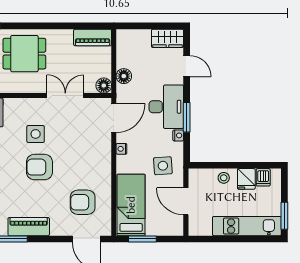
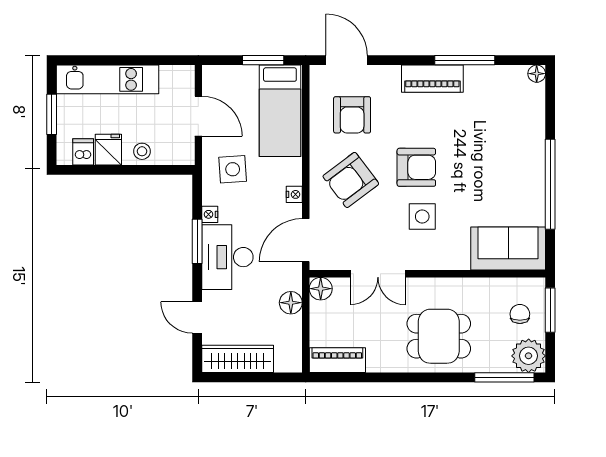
wardrobe: (168, 38) -> (238, 359), width x1.50
armchair: (84, 159) -> (351, 180), added
armchair: (83, 202) -> (352, 115), turned 90
window: (284, 216) -> (52, 114), moved

